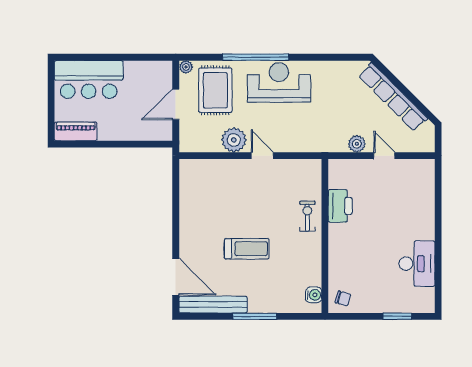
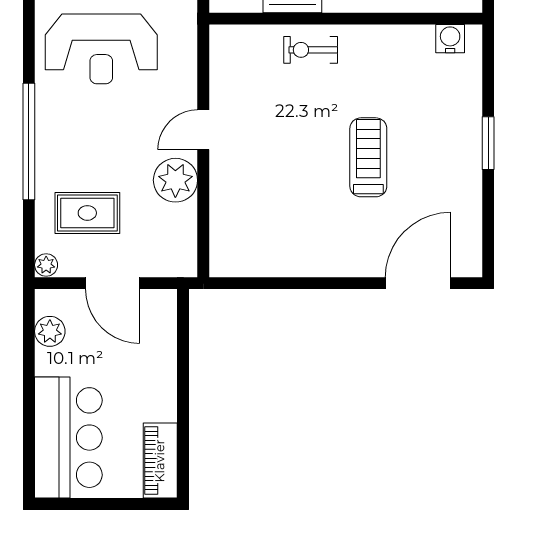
plant: (149, 69) -> (50, 331), added
reception desk: (279, 82) -> (101, 49), moved, turned -90
rug: (215, 90) -> (87, 213), width x0.73, depth x0.70
bench: (213, 305) -> (467, 217), removed
window: (255, 316) -> (488, 143), width x0.69

